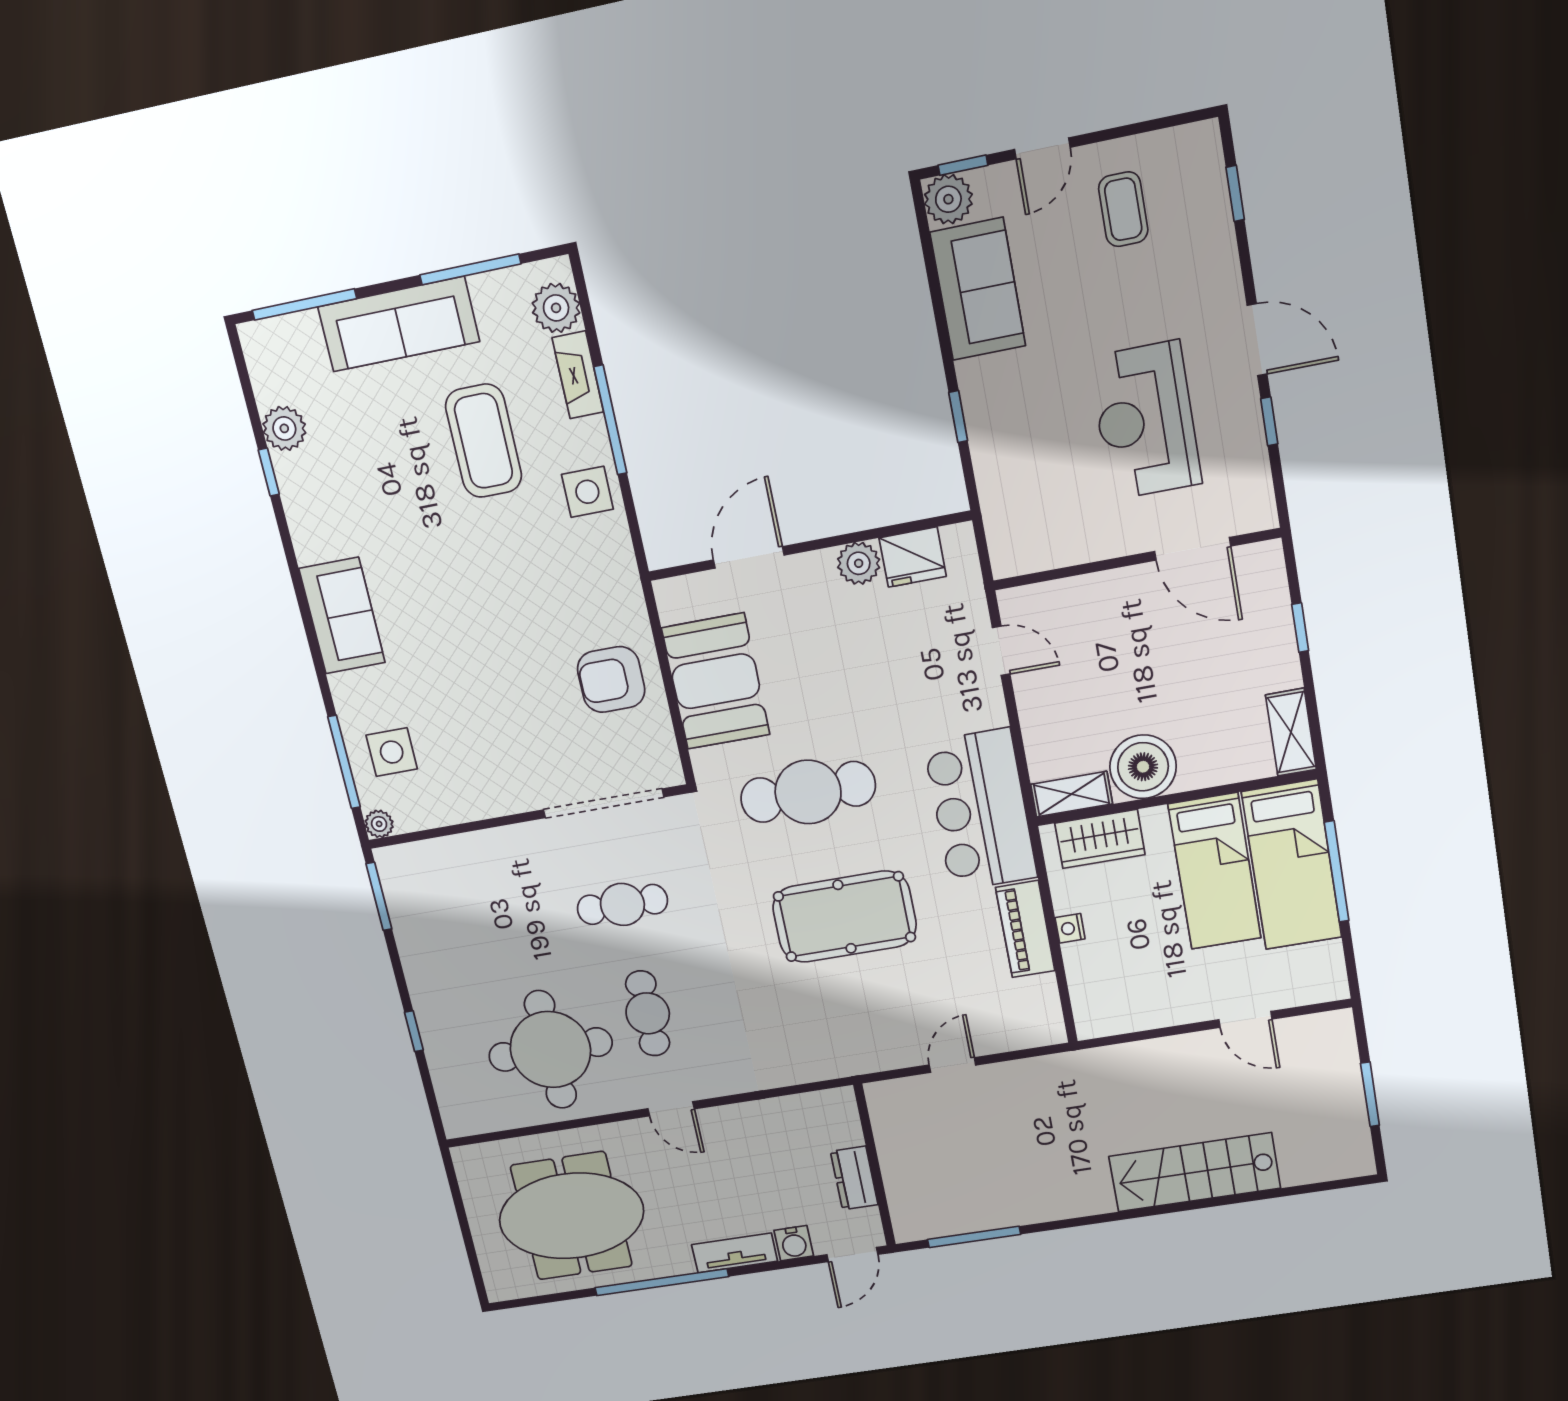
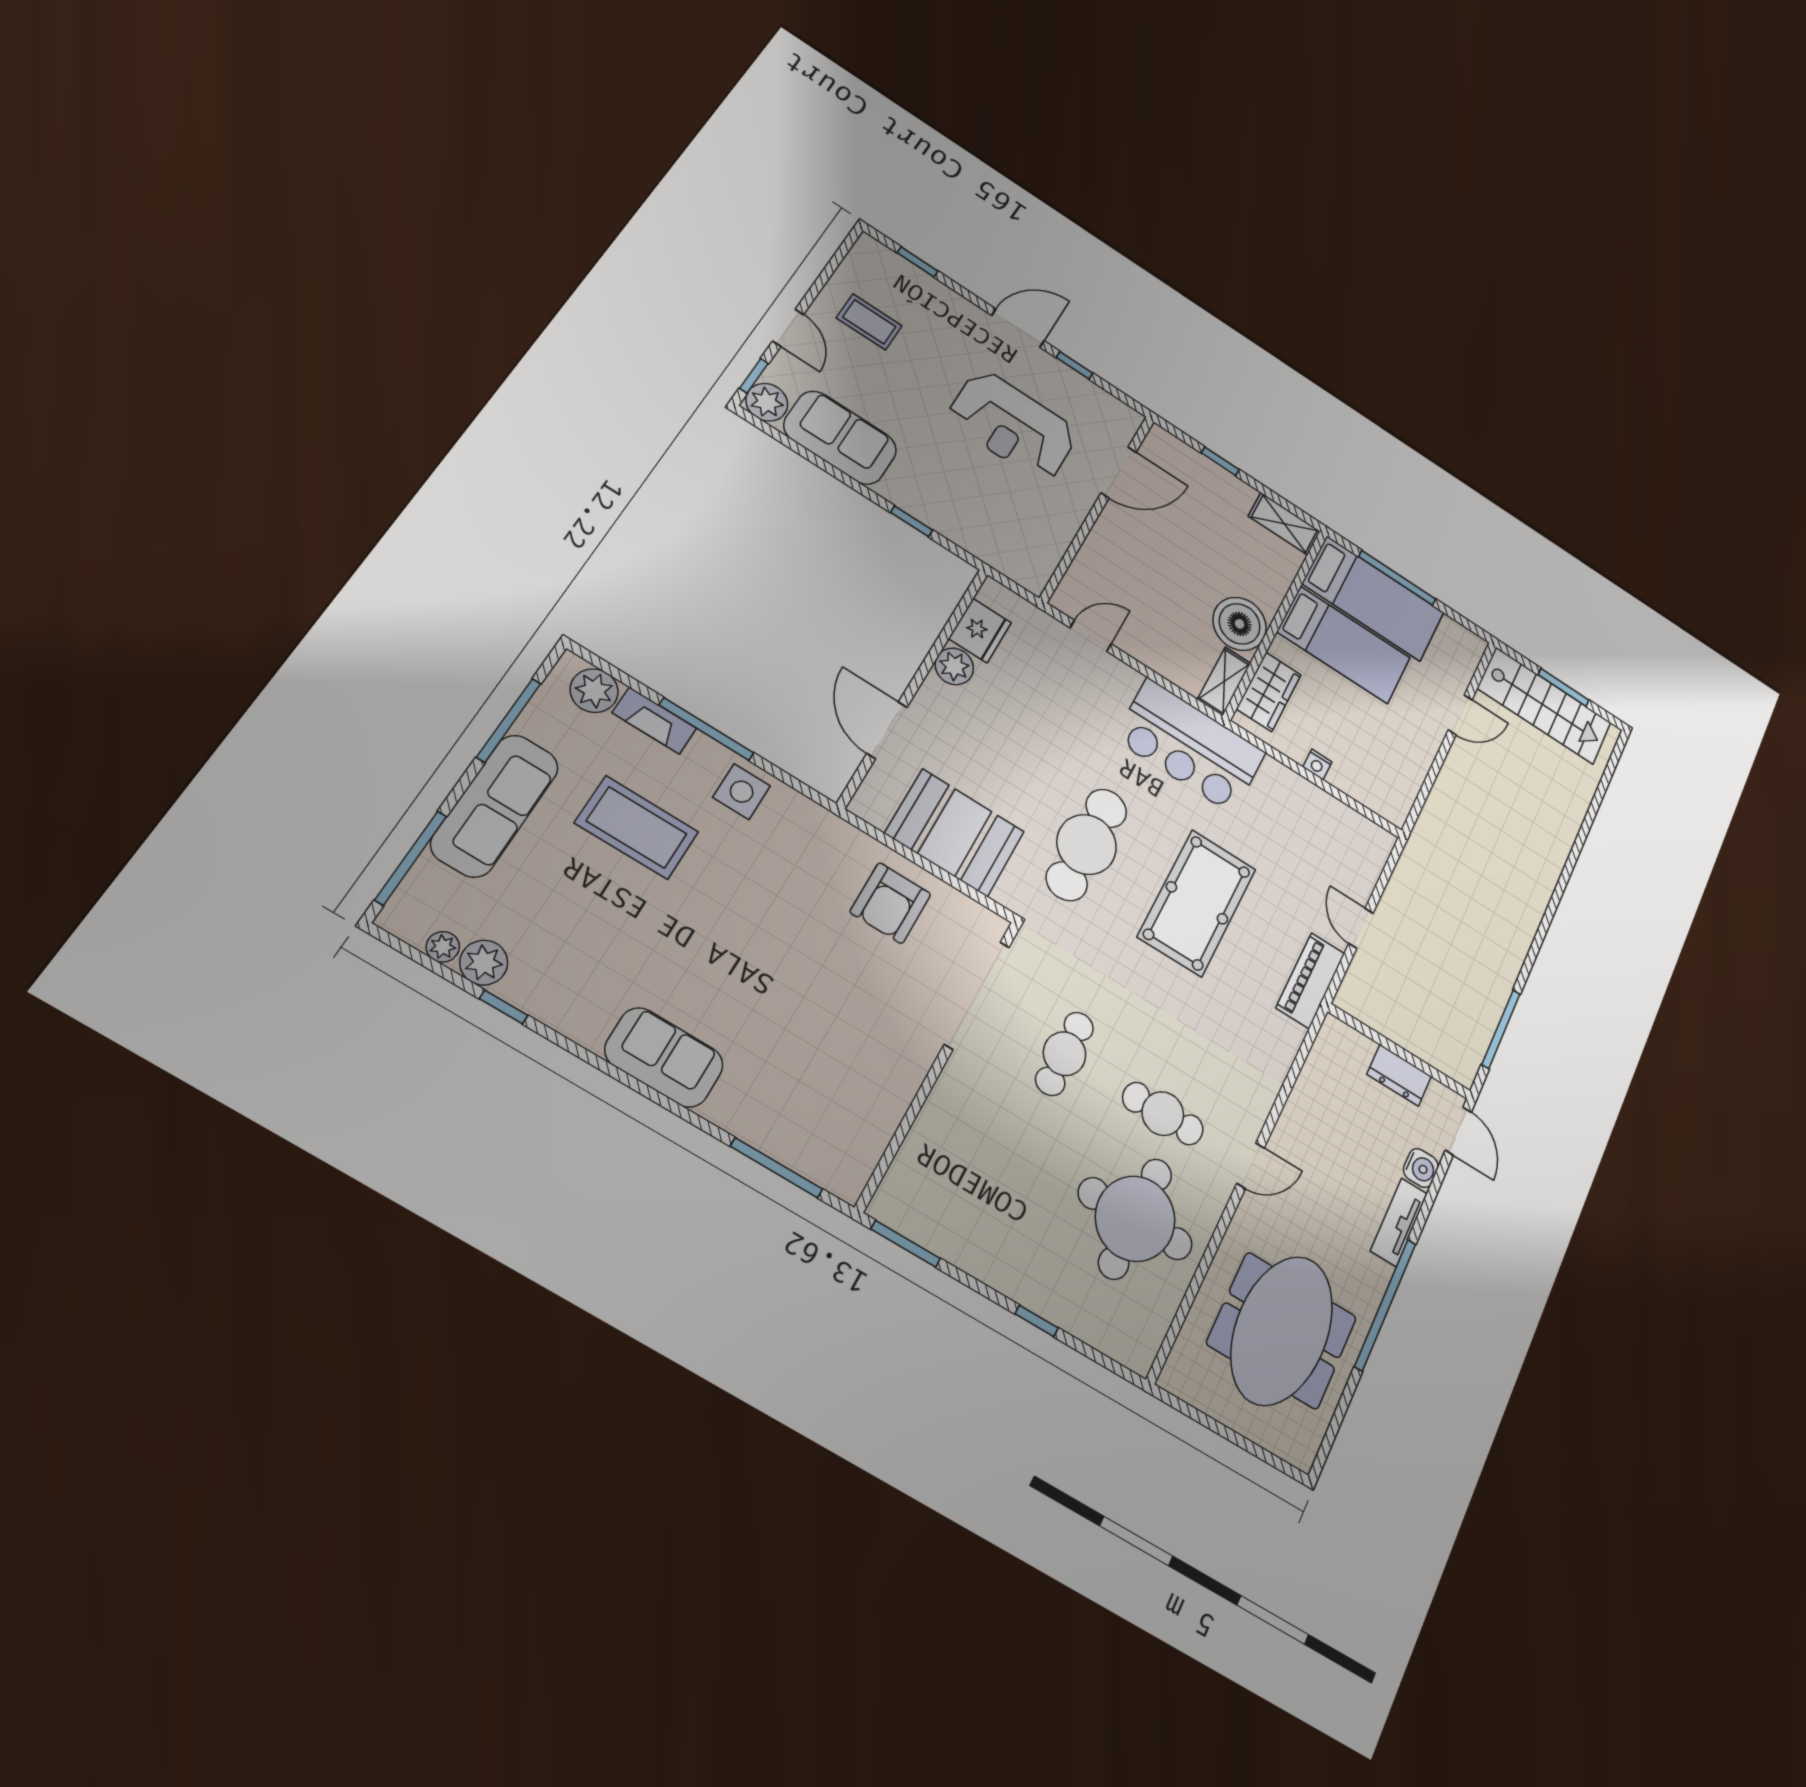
side table: (392, 752) -> (802, 1121), removed
plant: (379, 824) -> (443, 947), moved
piano: (1025, 929) -> (1310, 981), moved, turned 90
stairs: (1195, 1172) -> (1544, 706), moved, turned -90

